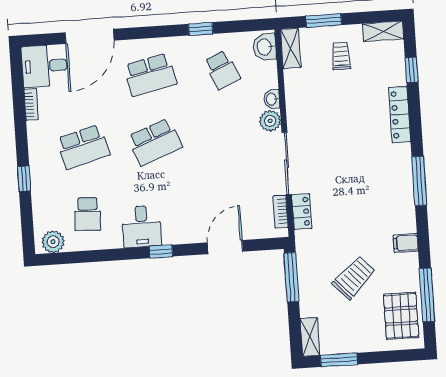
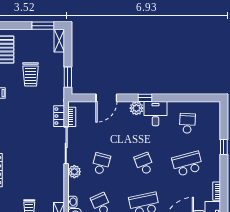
washbasin: (272, 99) -> (72, 202), moved
school desk: (227, 137) -> (101, 164), added
school desk: (155, 142) -> (144, 164), width x0.54
plant: (53, 242) -> (136, 108), moved
window: (292, 277) -> (68, 77), width x0.69
trolley: (354, 278) -> (31, 74), turned -47

